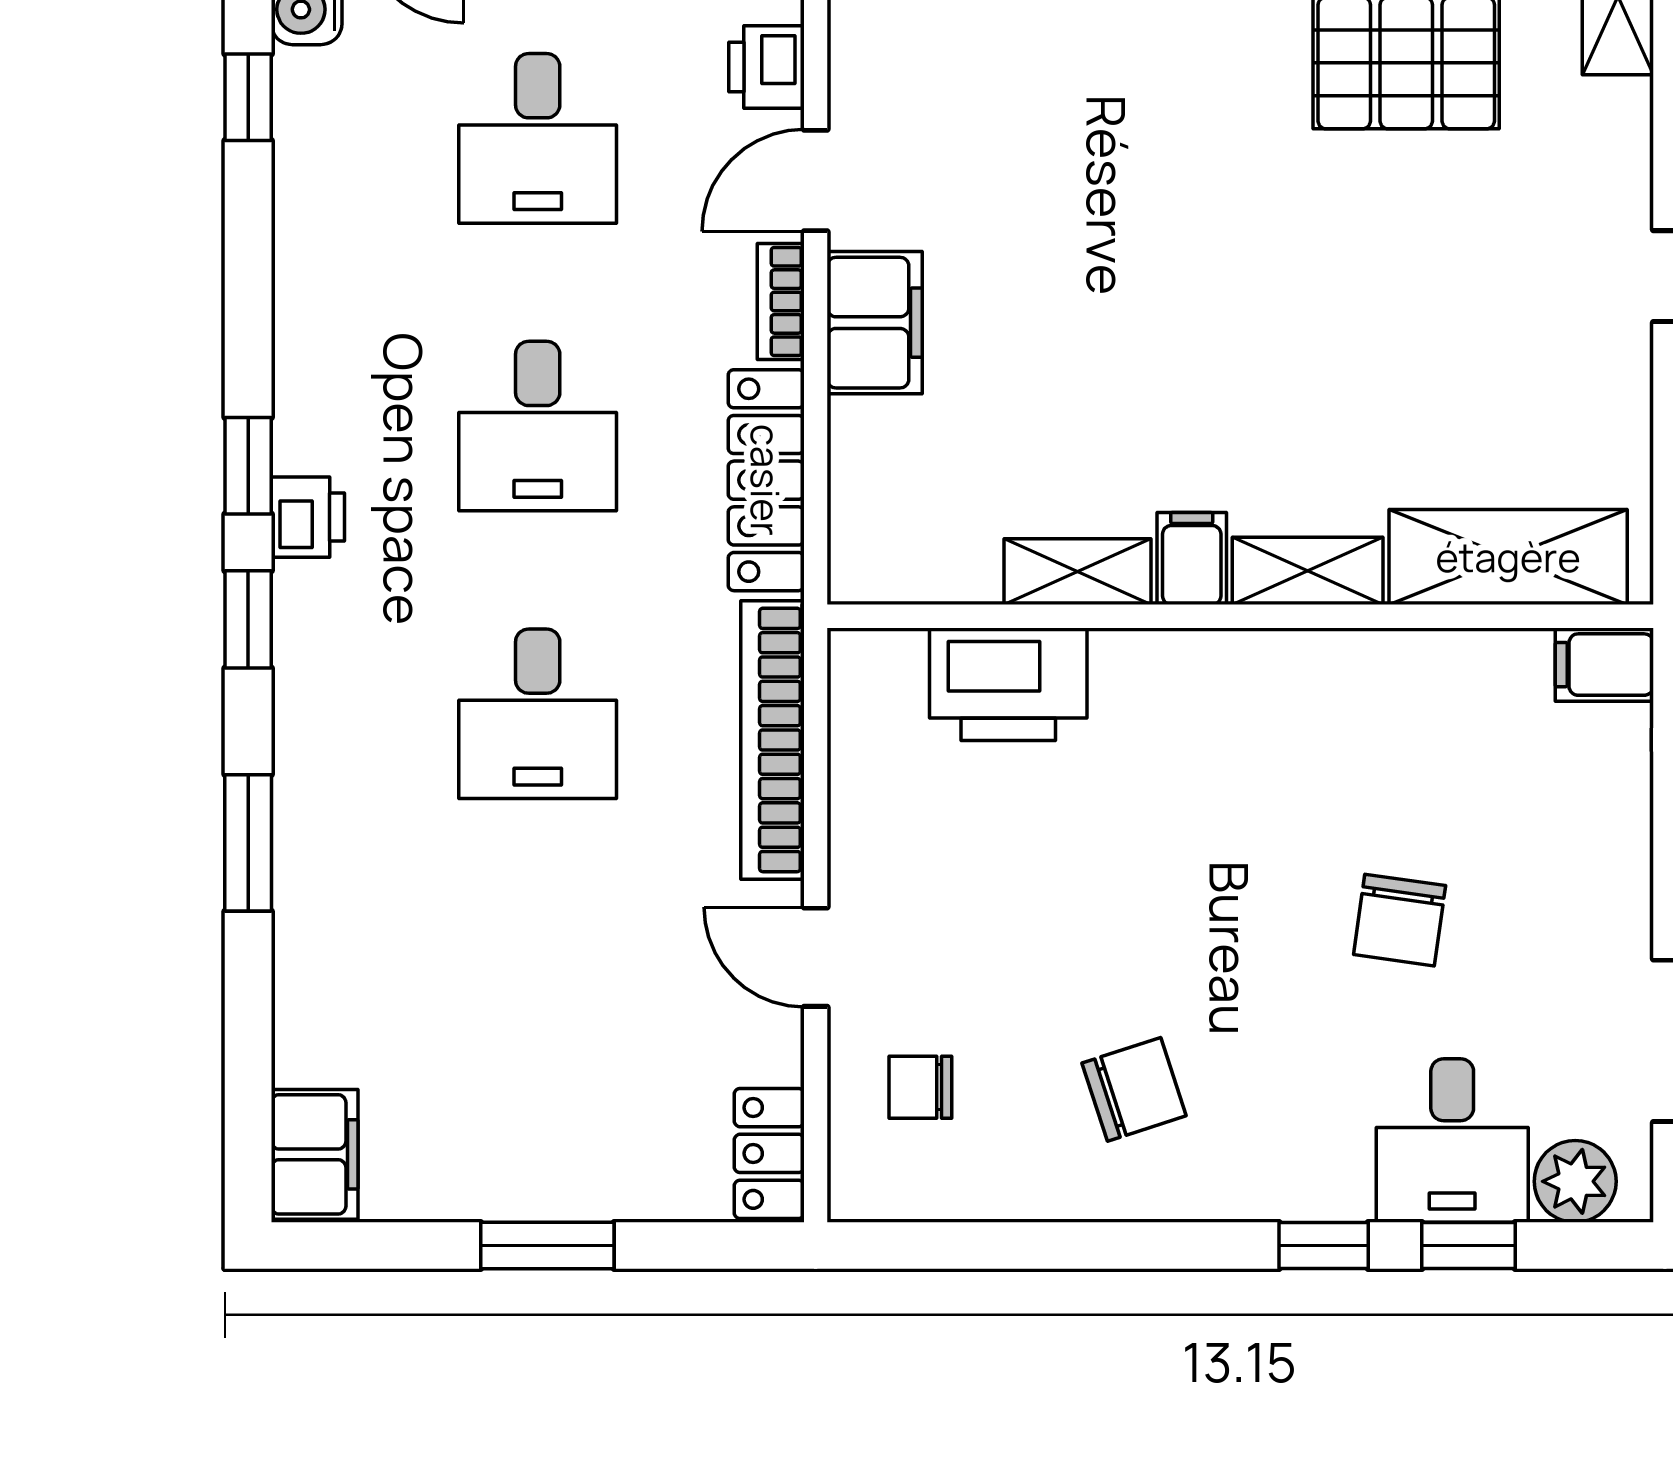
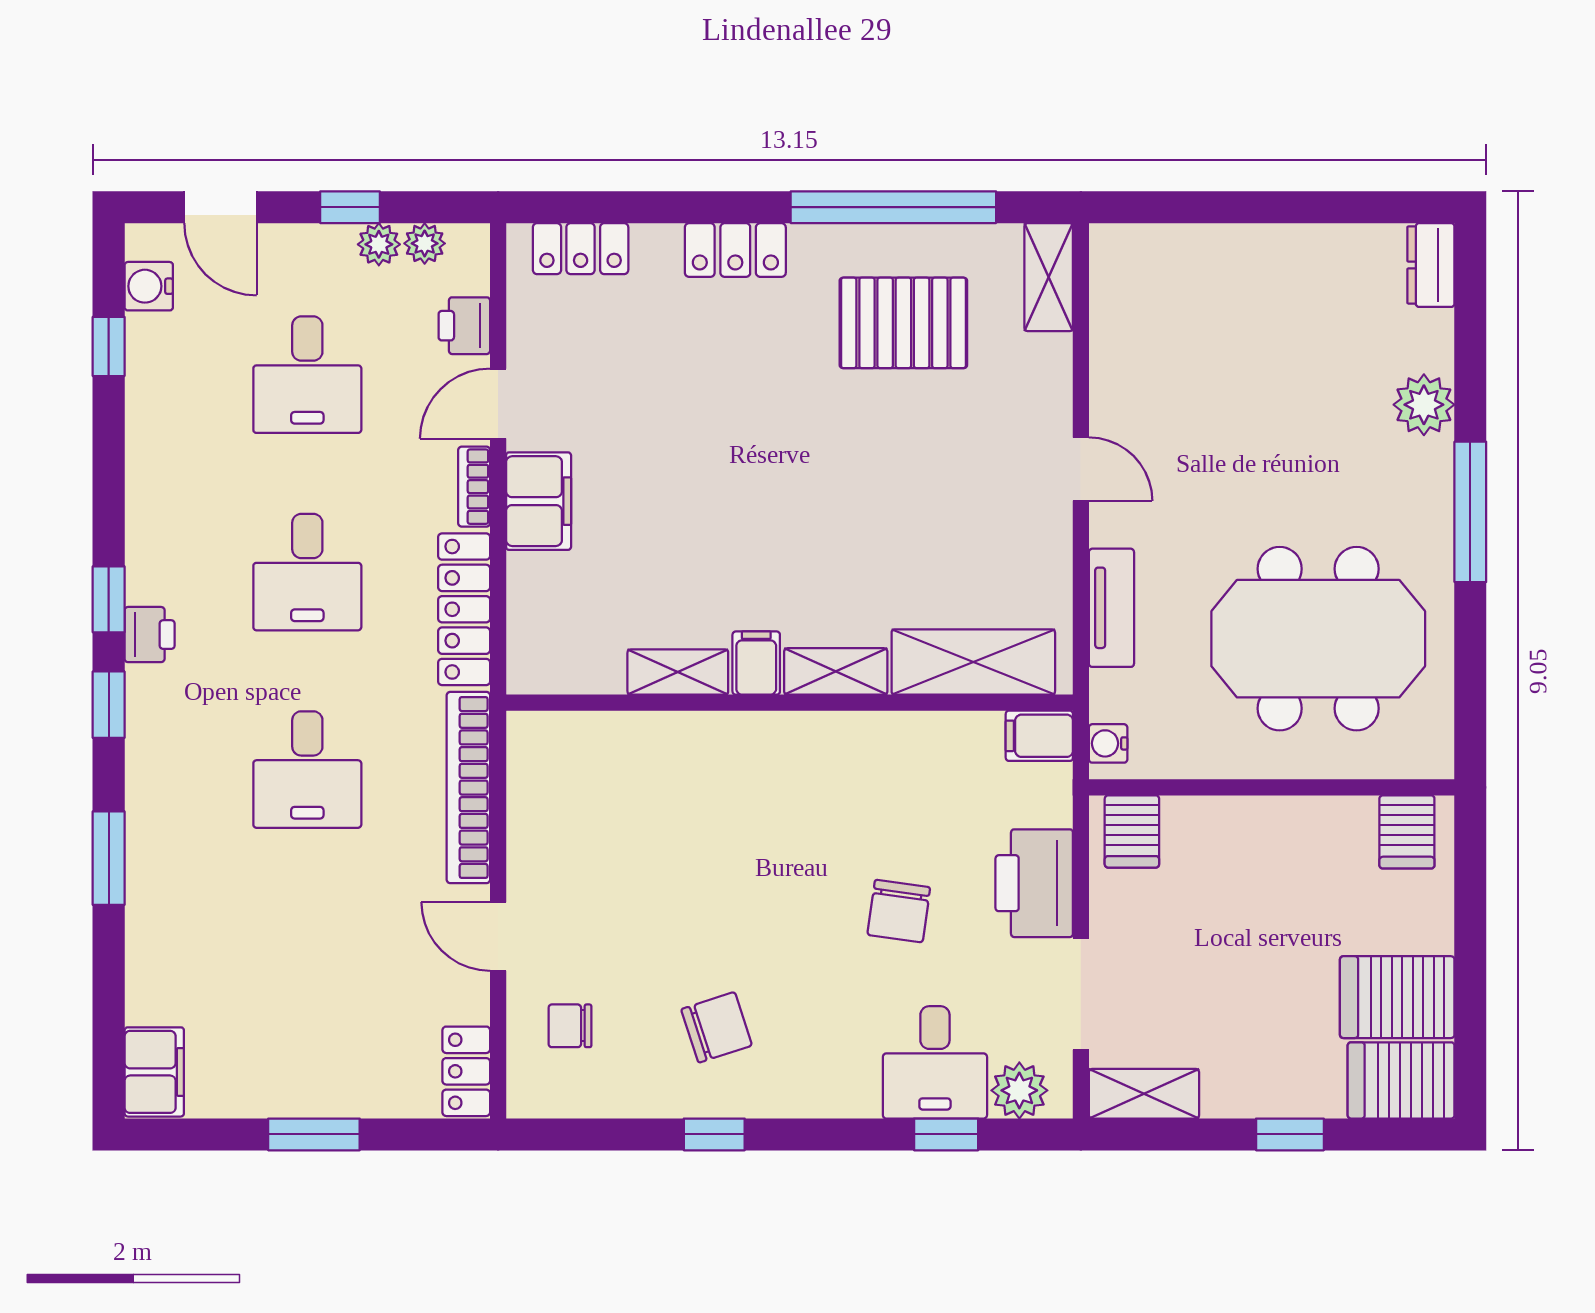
printer: (1008, 684) -> (1034, 883), moved, turned 90
window: (1324, 1246) -> (714, 1134), moved

